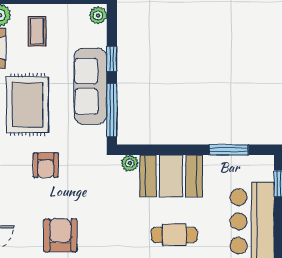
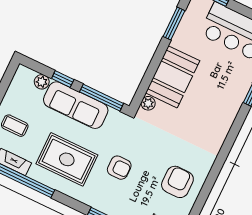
plant: (98, 15) -> (42, 82), moved
armchair: (60, 235) -> (177, 182), turned 90
cafe table: (174, 235) -> (218, 96), removed

